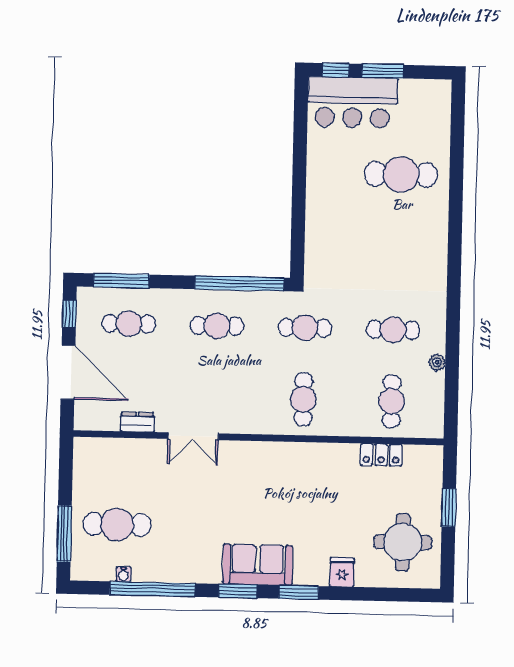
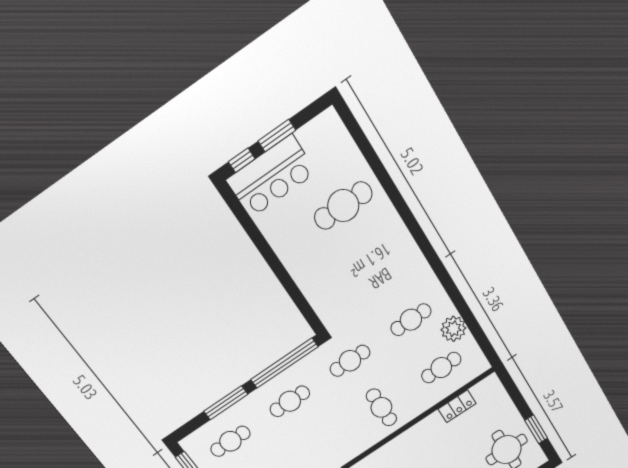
window: (121, 281) -> (226, 403), moved
plant: (437, 362) -> (453, 329), width x1.87, depth x1.87
cafe table: (391, 401) -> (441, 368), turned 90
window: (449, 508) -> (536, 429), moved

